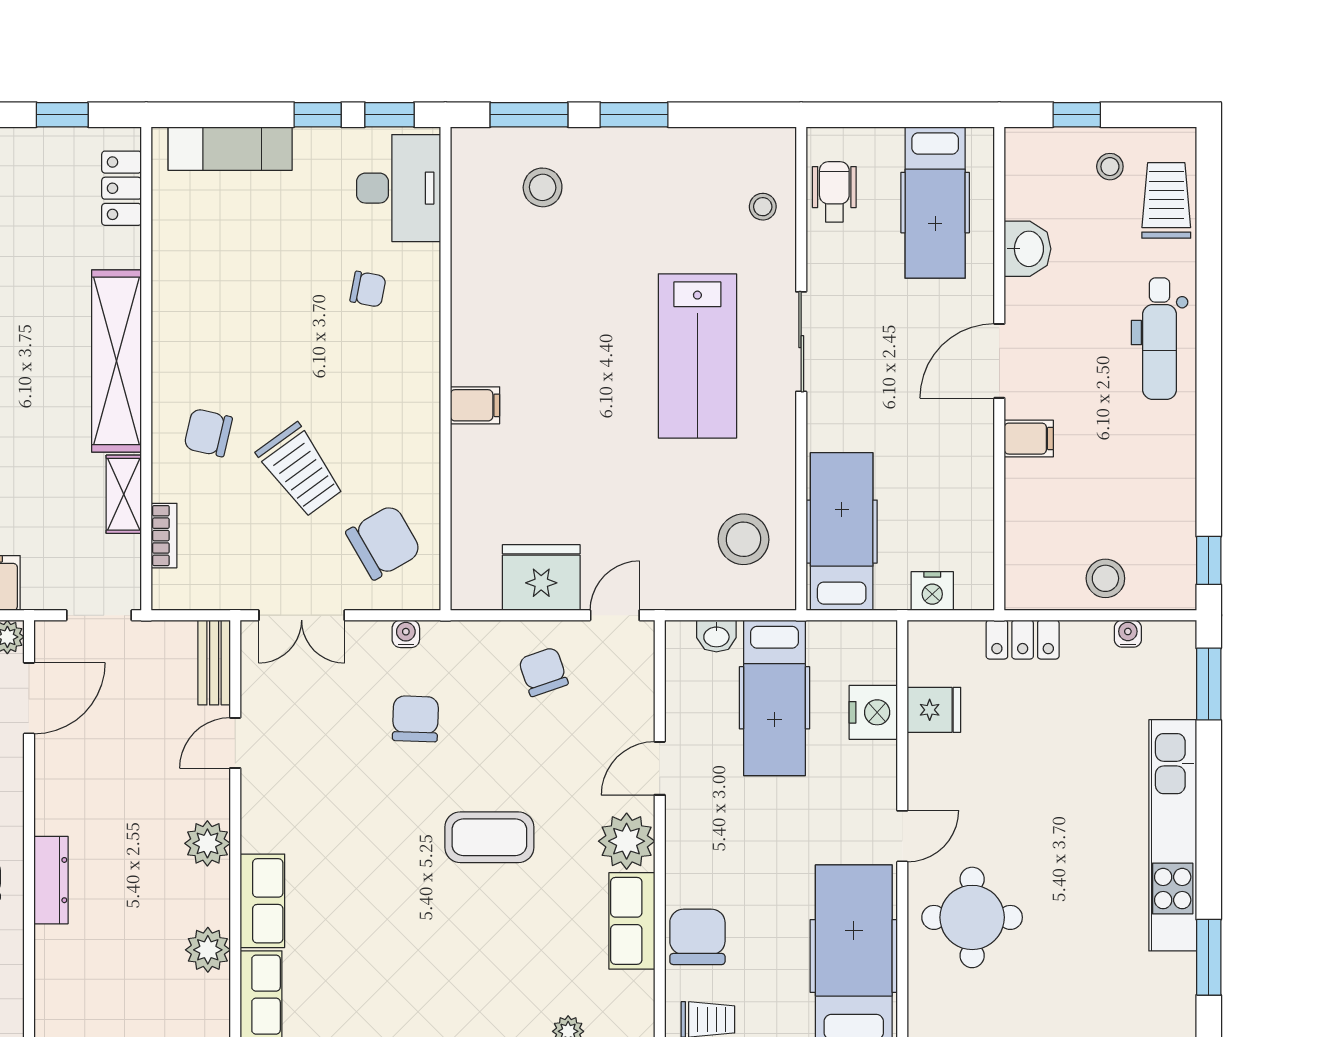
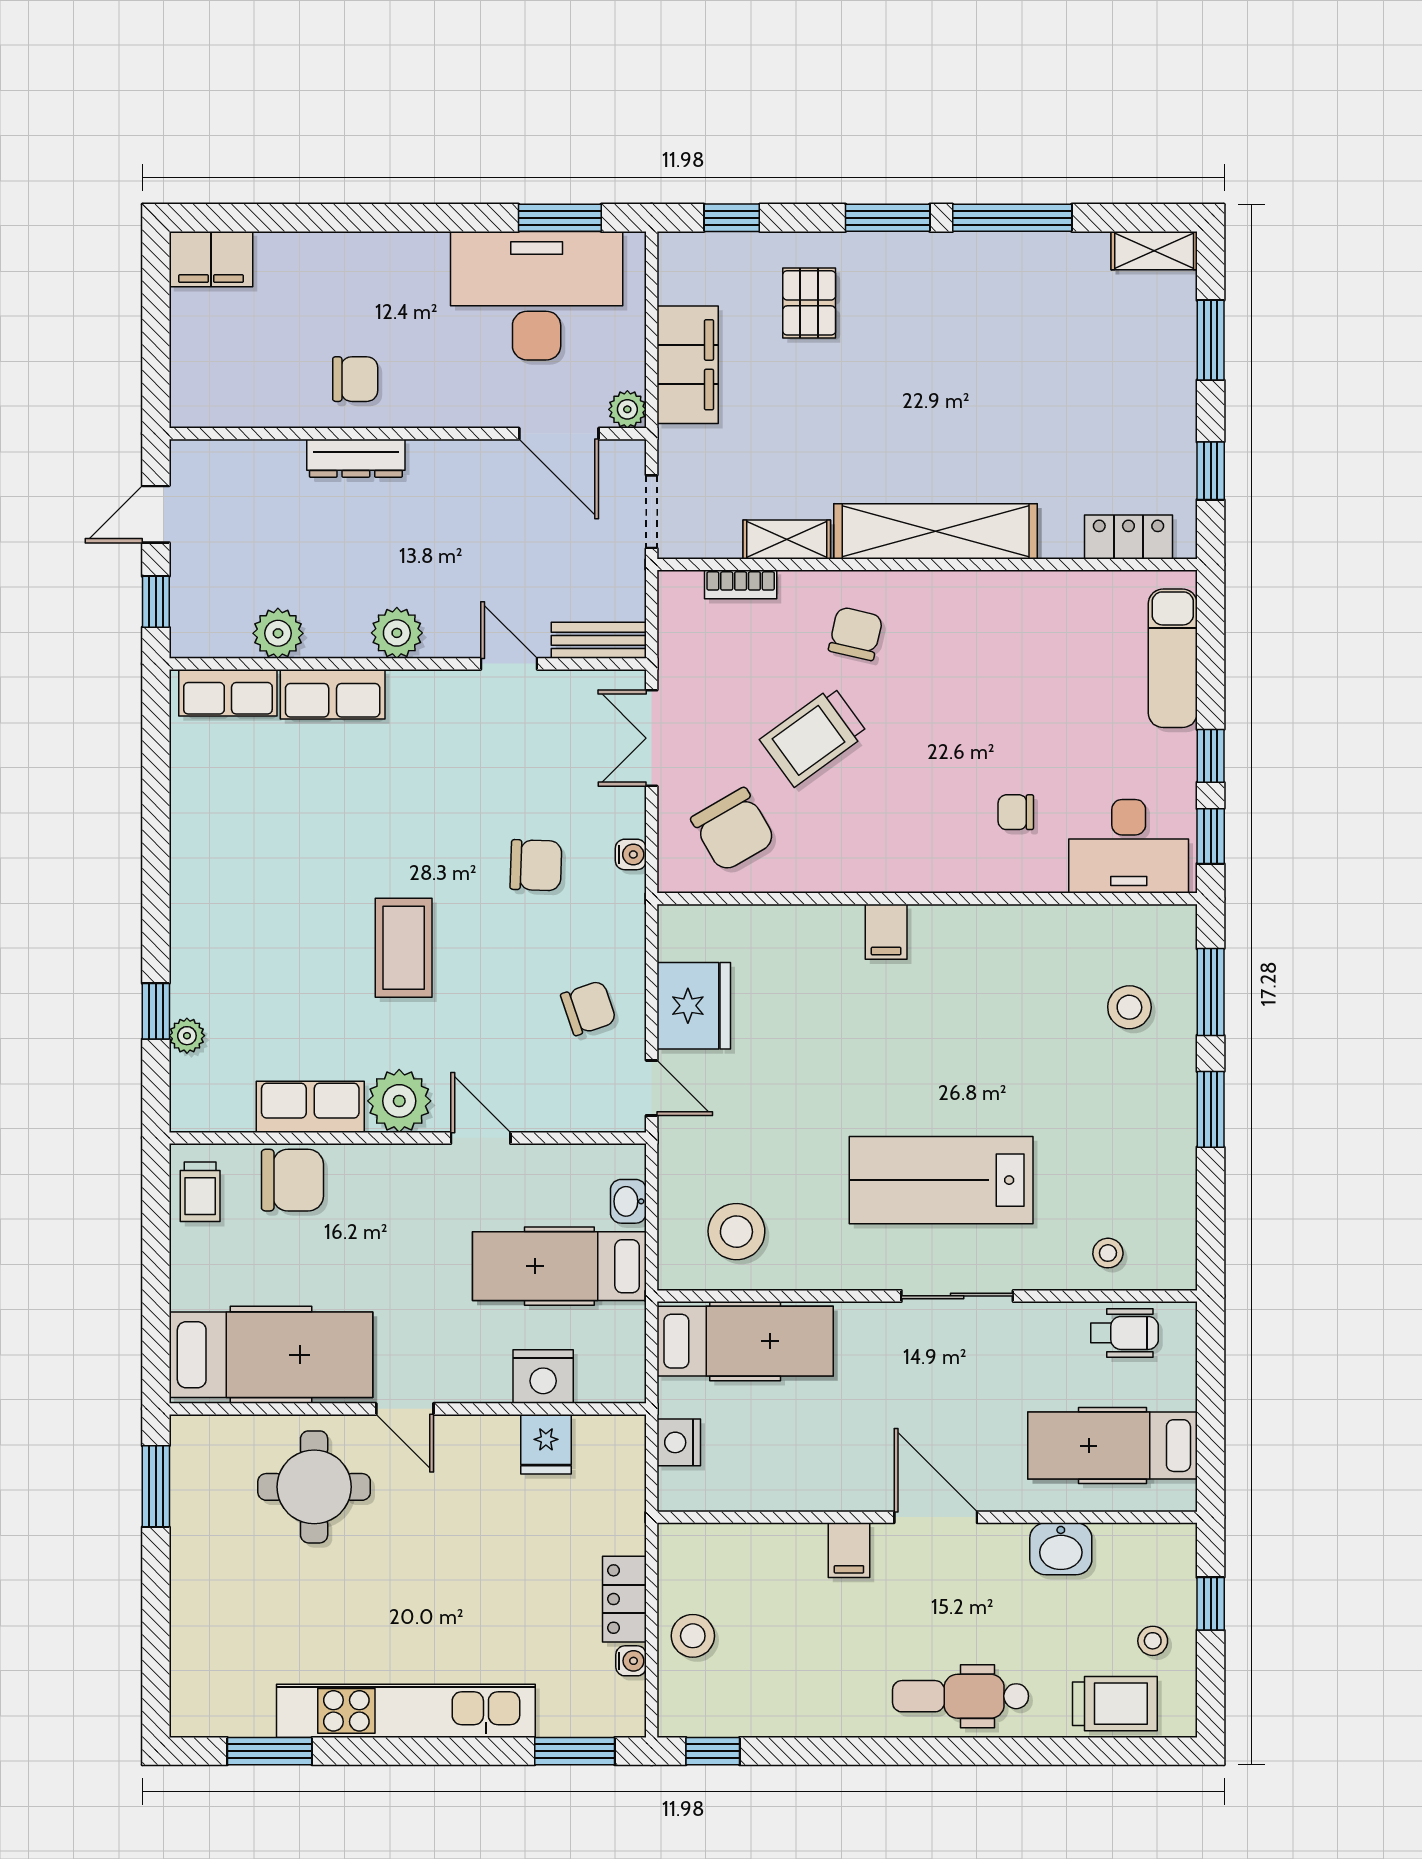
chair: (368, 289) -> (1016, 812), turned 79
locker: (1023, 640) -> (624, 1599), moved

